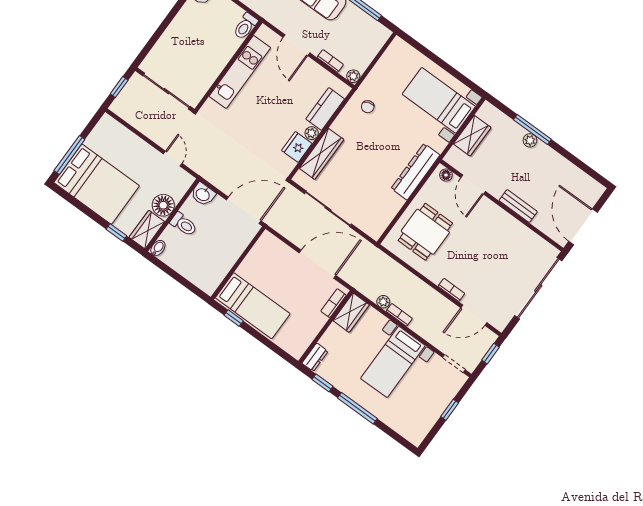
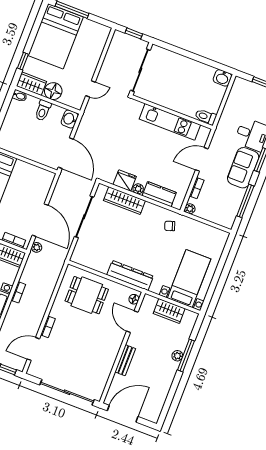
door: (473, 185) -> (132, 322), hinge flipped
plant: (383, 302) -> (37, 247), moved
door: (474, 315) -> (33, 349), hinge flipped

